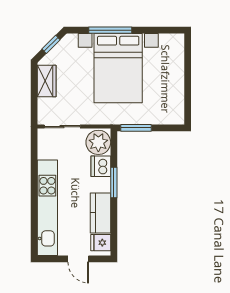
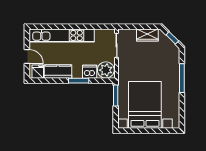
bed with nightstands: (118, 68) -> (145, 105), moved, turned 90
door: (78, 259) -> (27, 56), swing flipped

